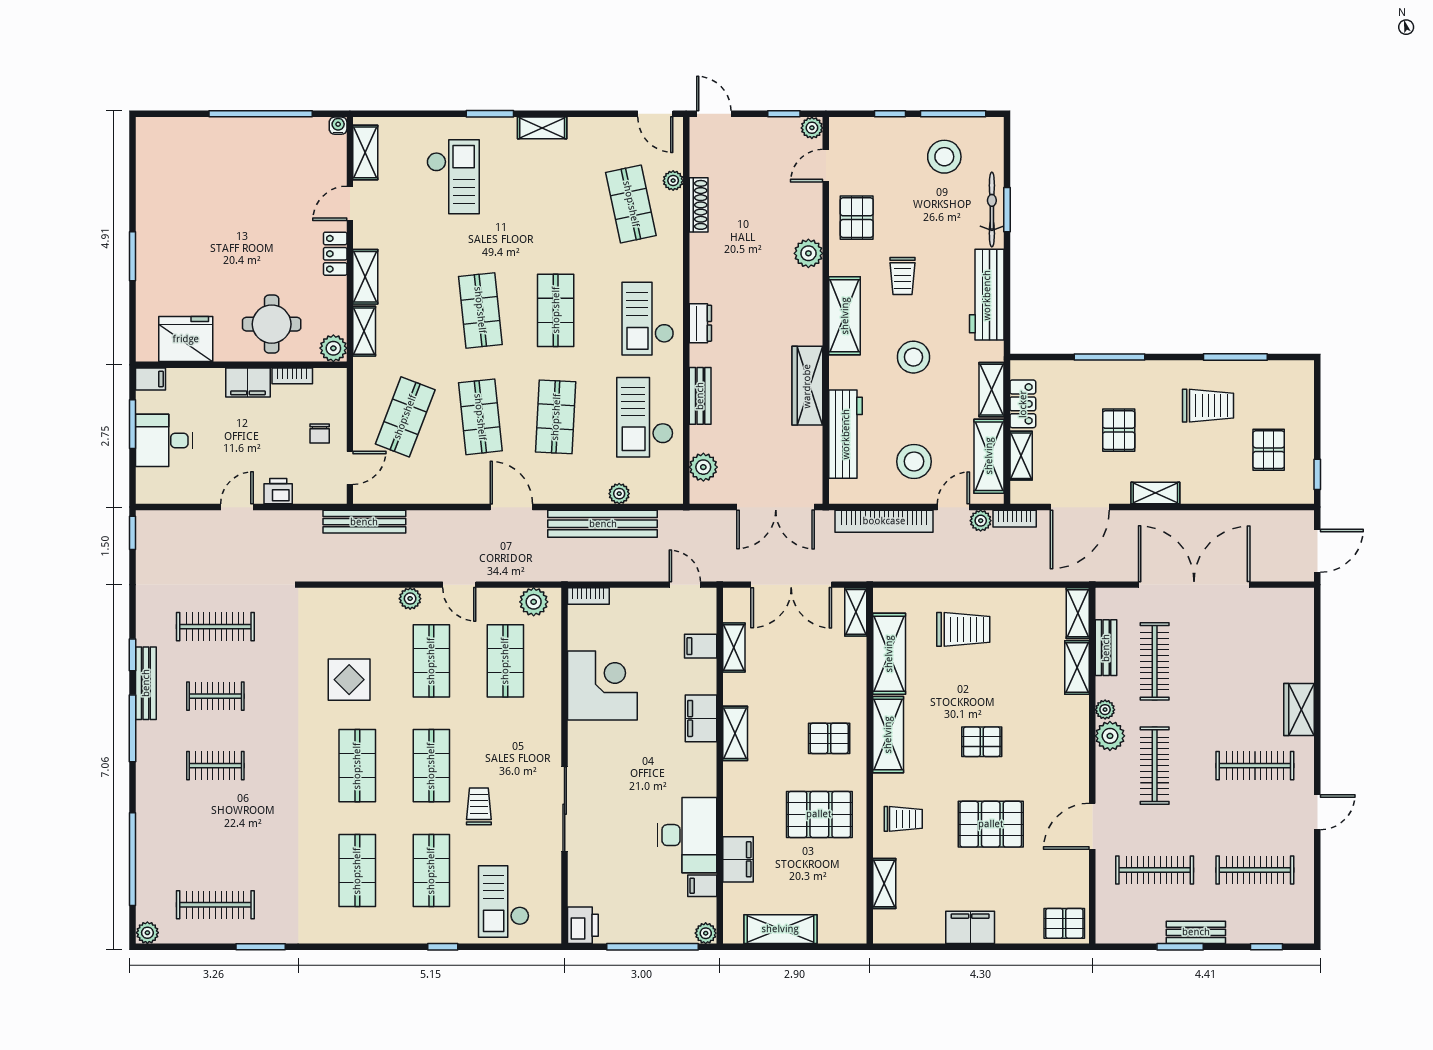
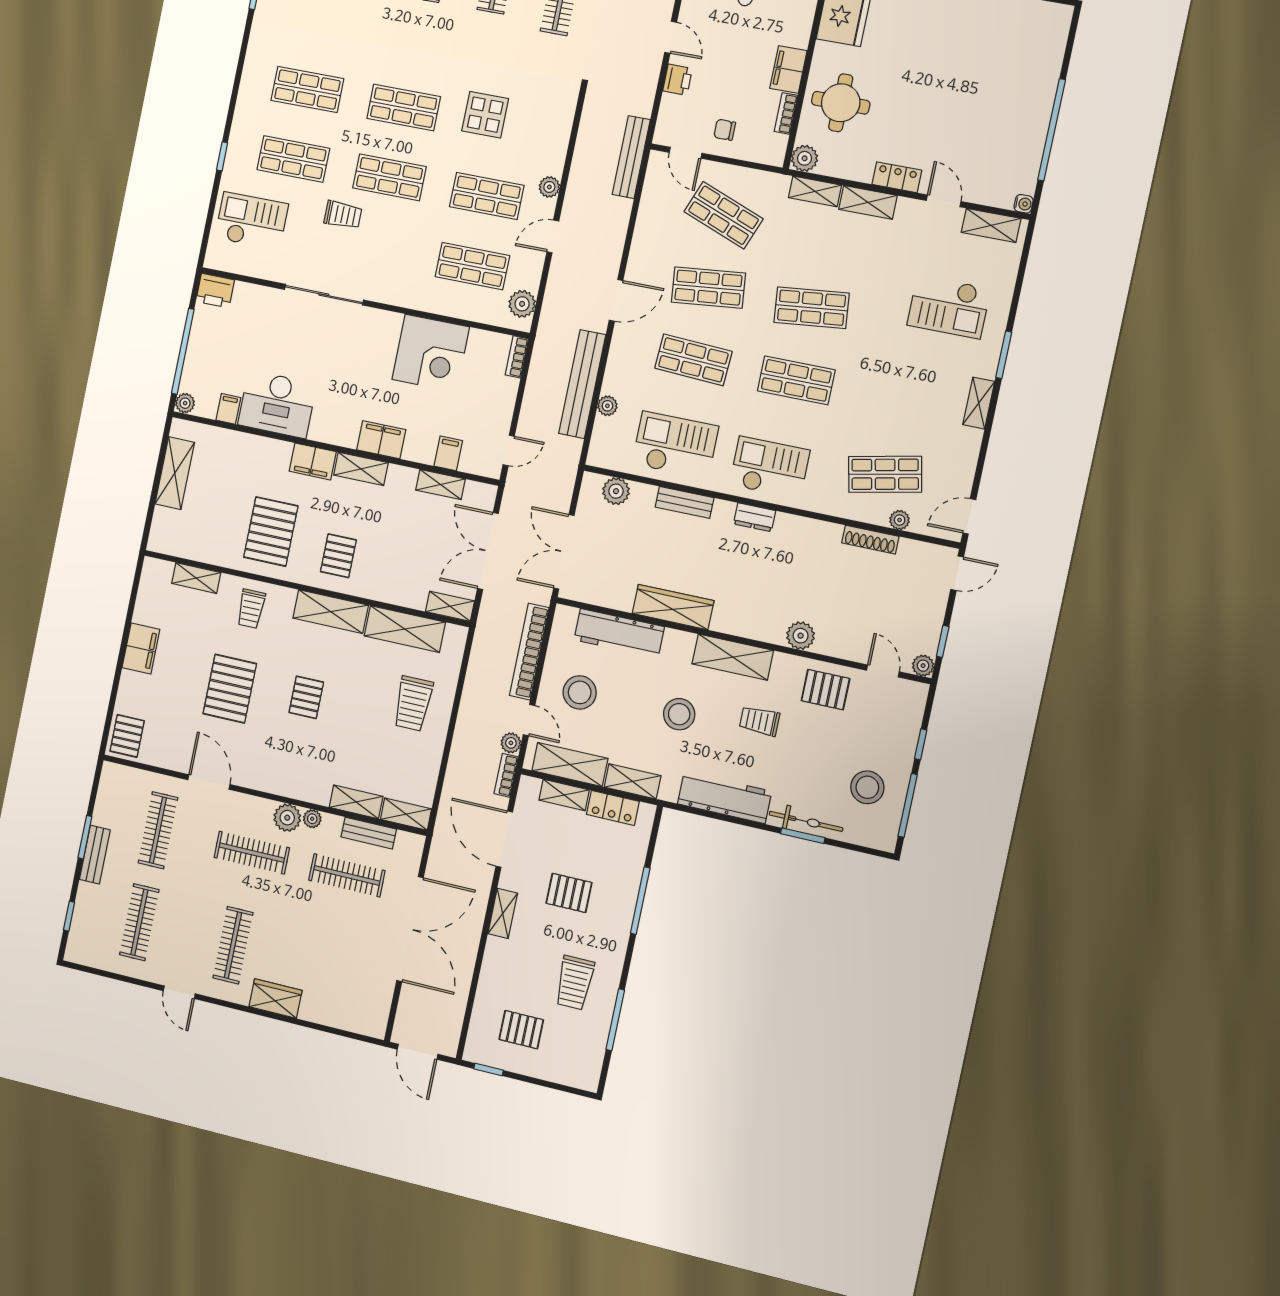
filing cabinet: (738, 859) -> (313, 461), moved

